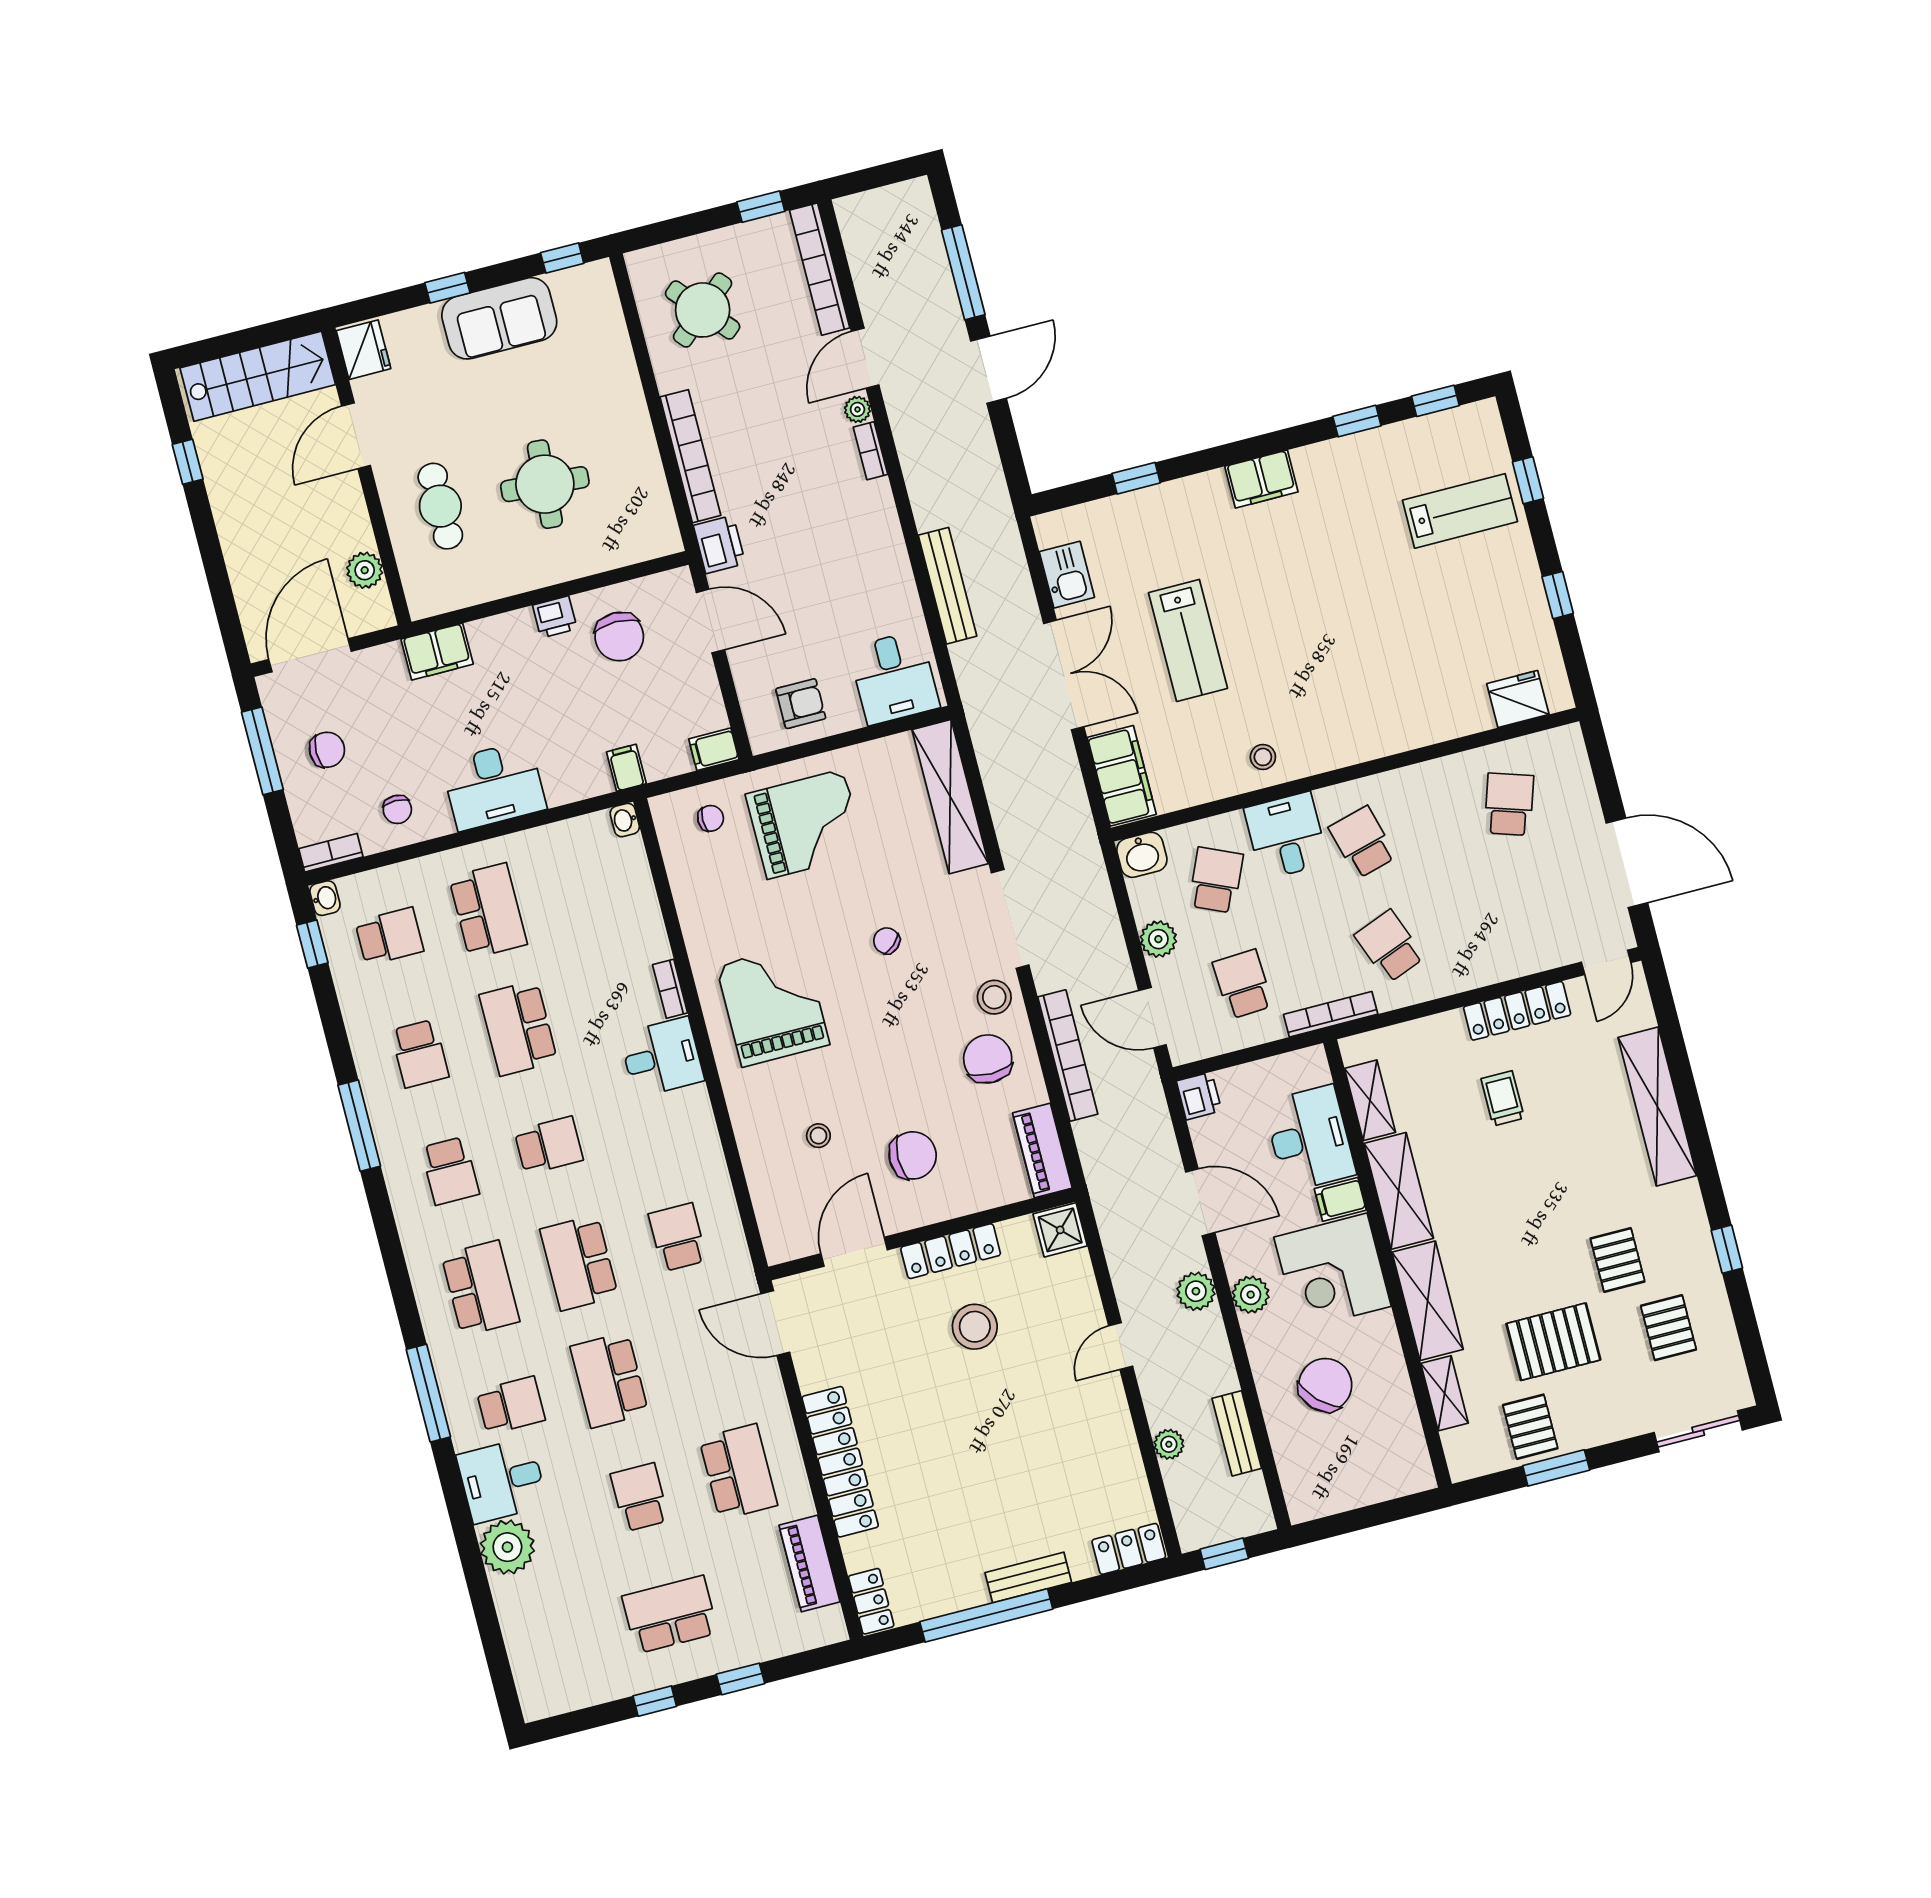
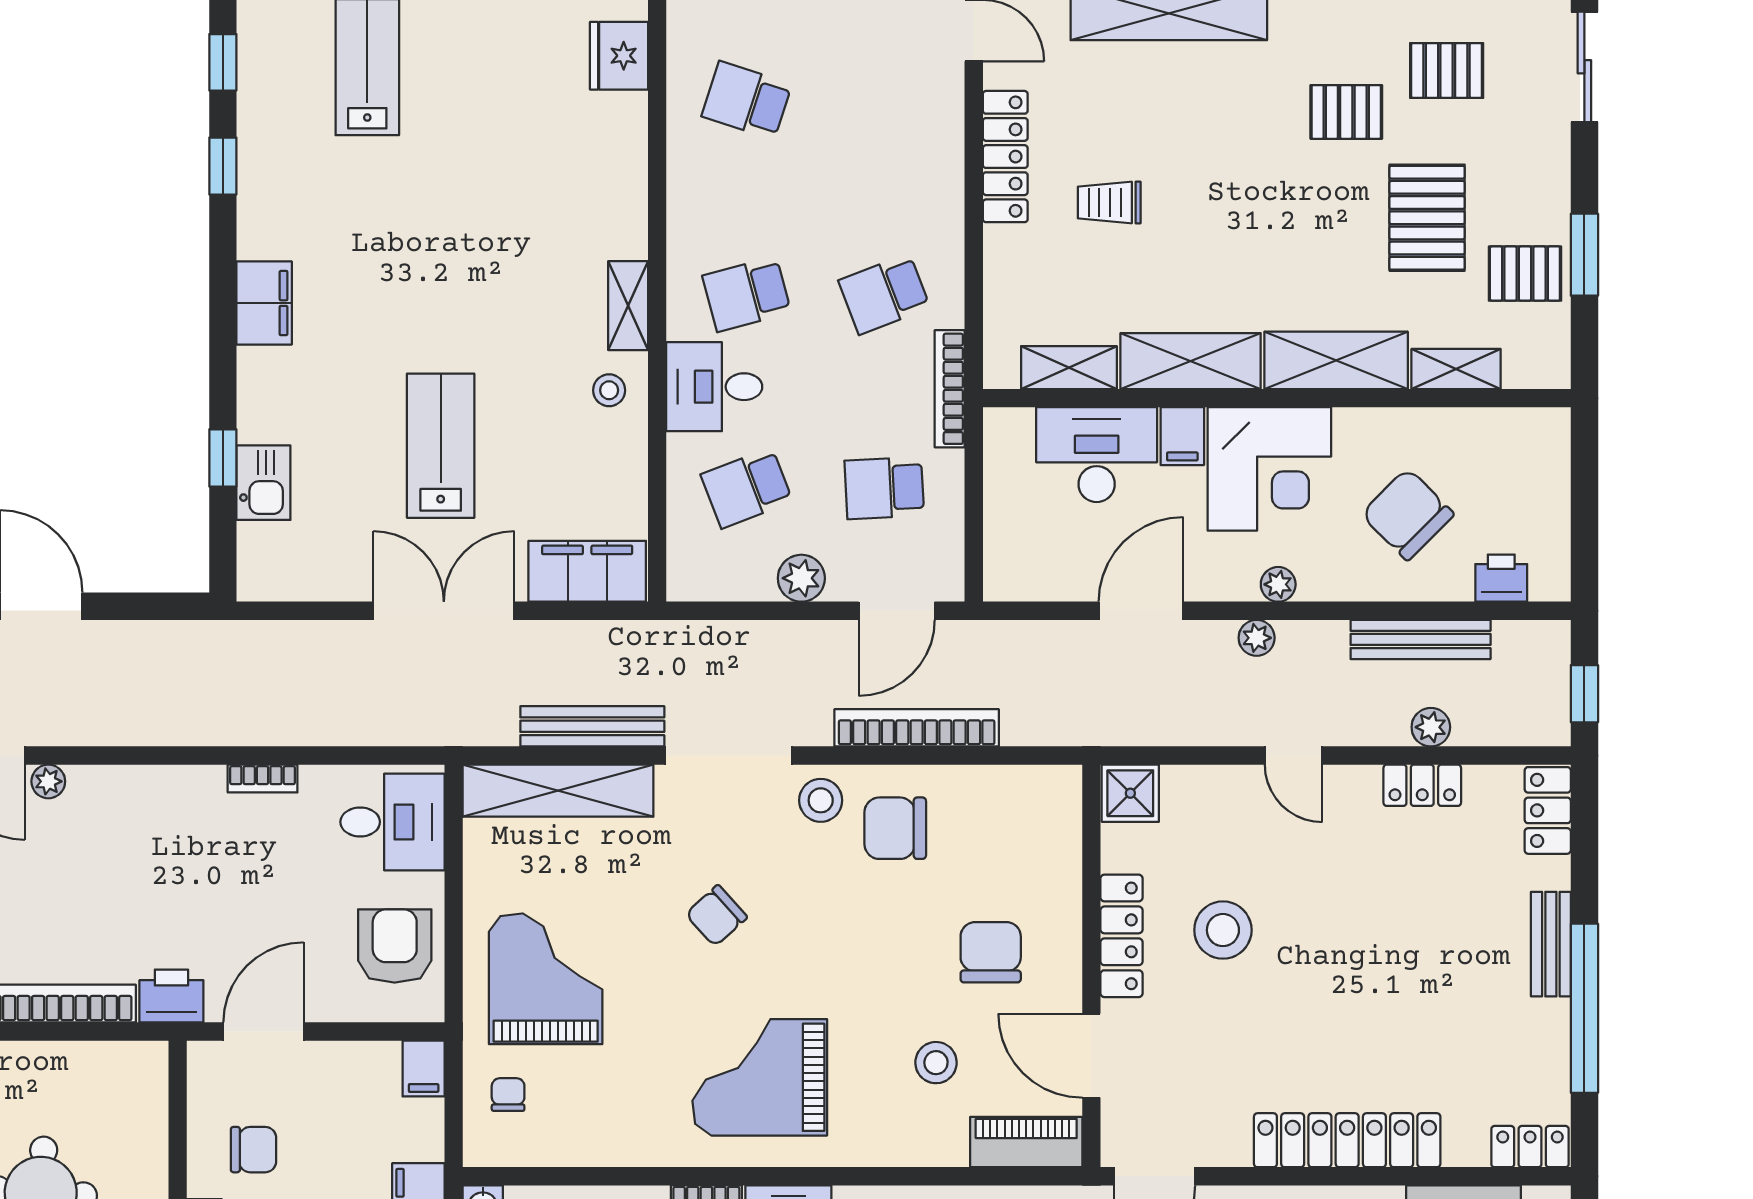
bookcase: (870, 451) -> (263, 779), moved
kitchen sink: (1067, 575) -> (263, 483), moved, turned 90
bench: (948, 586) -> (592, 726), moved
chair: (619, 637) -> (254, 1150), width x0.73, depth x0.73
lab bench: (1188, 640) -> (441, 446), turned -90
armchair: (801, 704) -> (395, 946), width x1.38, depth x1.38
shelving: (1331, 755) -> (628, 306), added
washbasin: (1142, 855) -> (692, 572), removed
school desk: (1216, 880) -> (747, 488), turned -45
chair: (887, 941) -> (716, 916), width x1.37, depth x1.37
printer: (1199, 1096) -> (1501, 578), moved
stool: (818, 1136) -> (936, 1063), width x1.37, depth x1.37
piano: (1042, 1150) -> (1026, 1142), moved, turned 180
plant: (1196, 1291) -> (1257, 638), width x0.73, depth x0.73
plant: (1251, 1295) -> (1278, 584), width x0.73, depth x0.73
bench: (1237, 1433) -> (1421, 639), width x1.36
locker: (1123, 1449) -> (1422, 785), added

